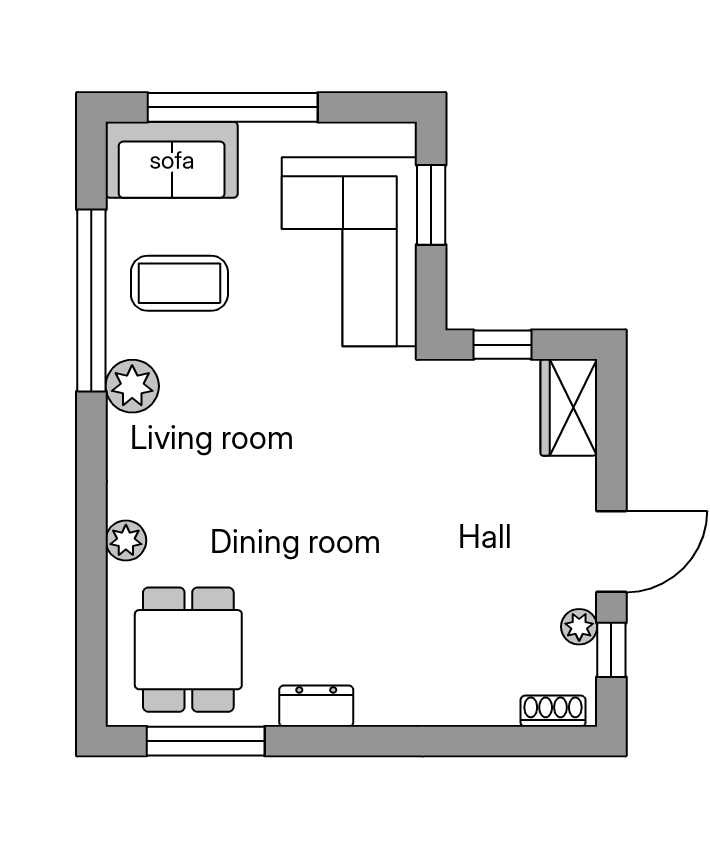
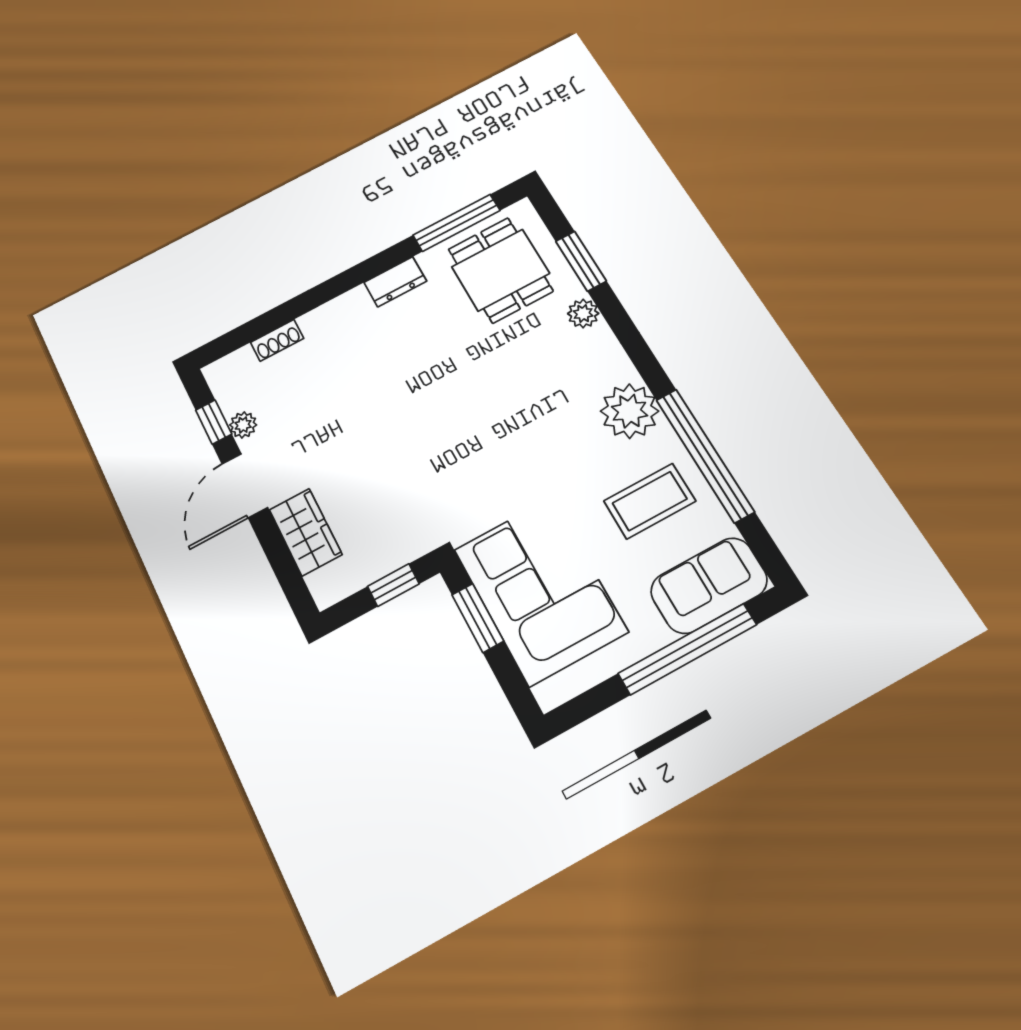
window: (431, 205) -> (478, 618), moved
plant: (132, 386) -> (629, 411), width x1.36, depth x1.36
wardrobe: (569, 407) -> (306, 532), moved
window: (91, 607) -> (581, 261), added
shoe rack: (553, 711) -> (277, 340), moved

